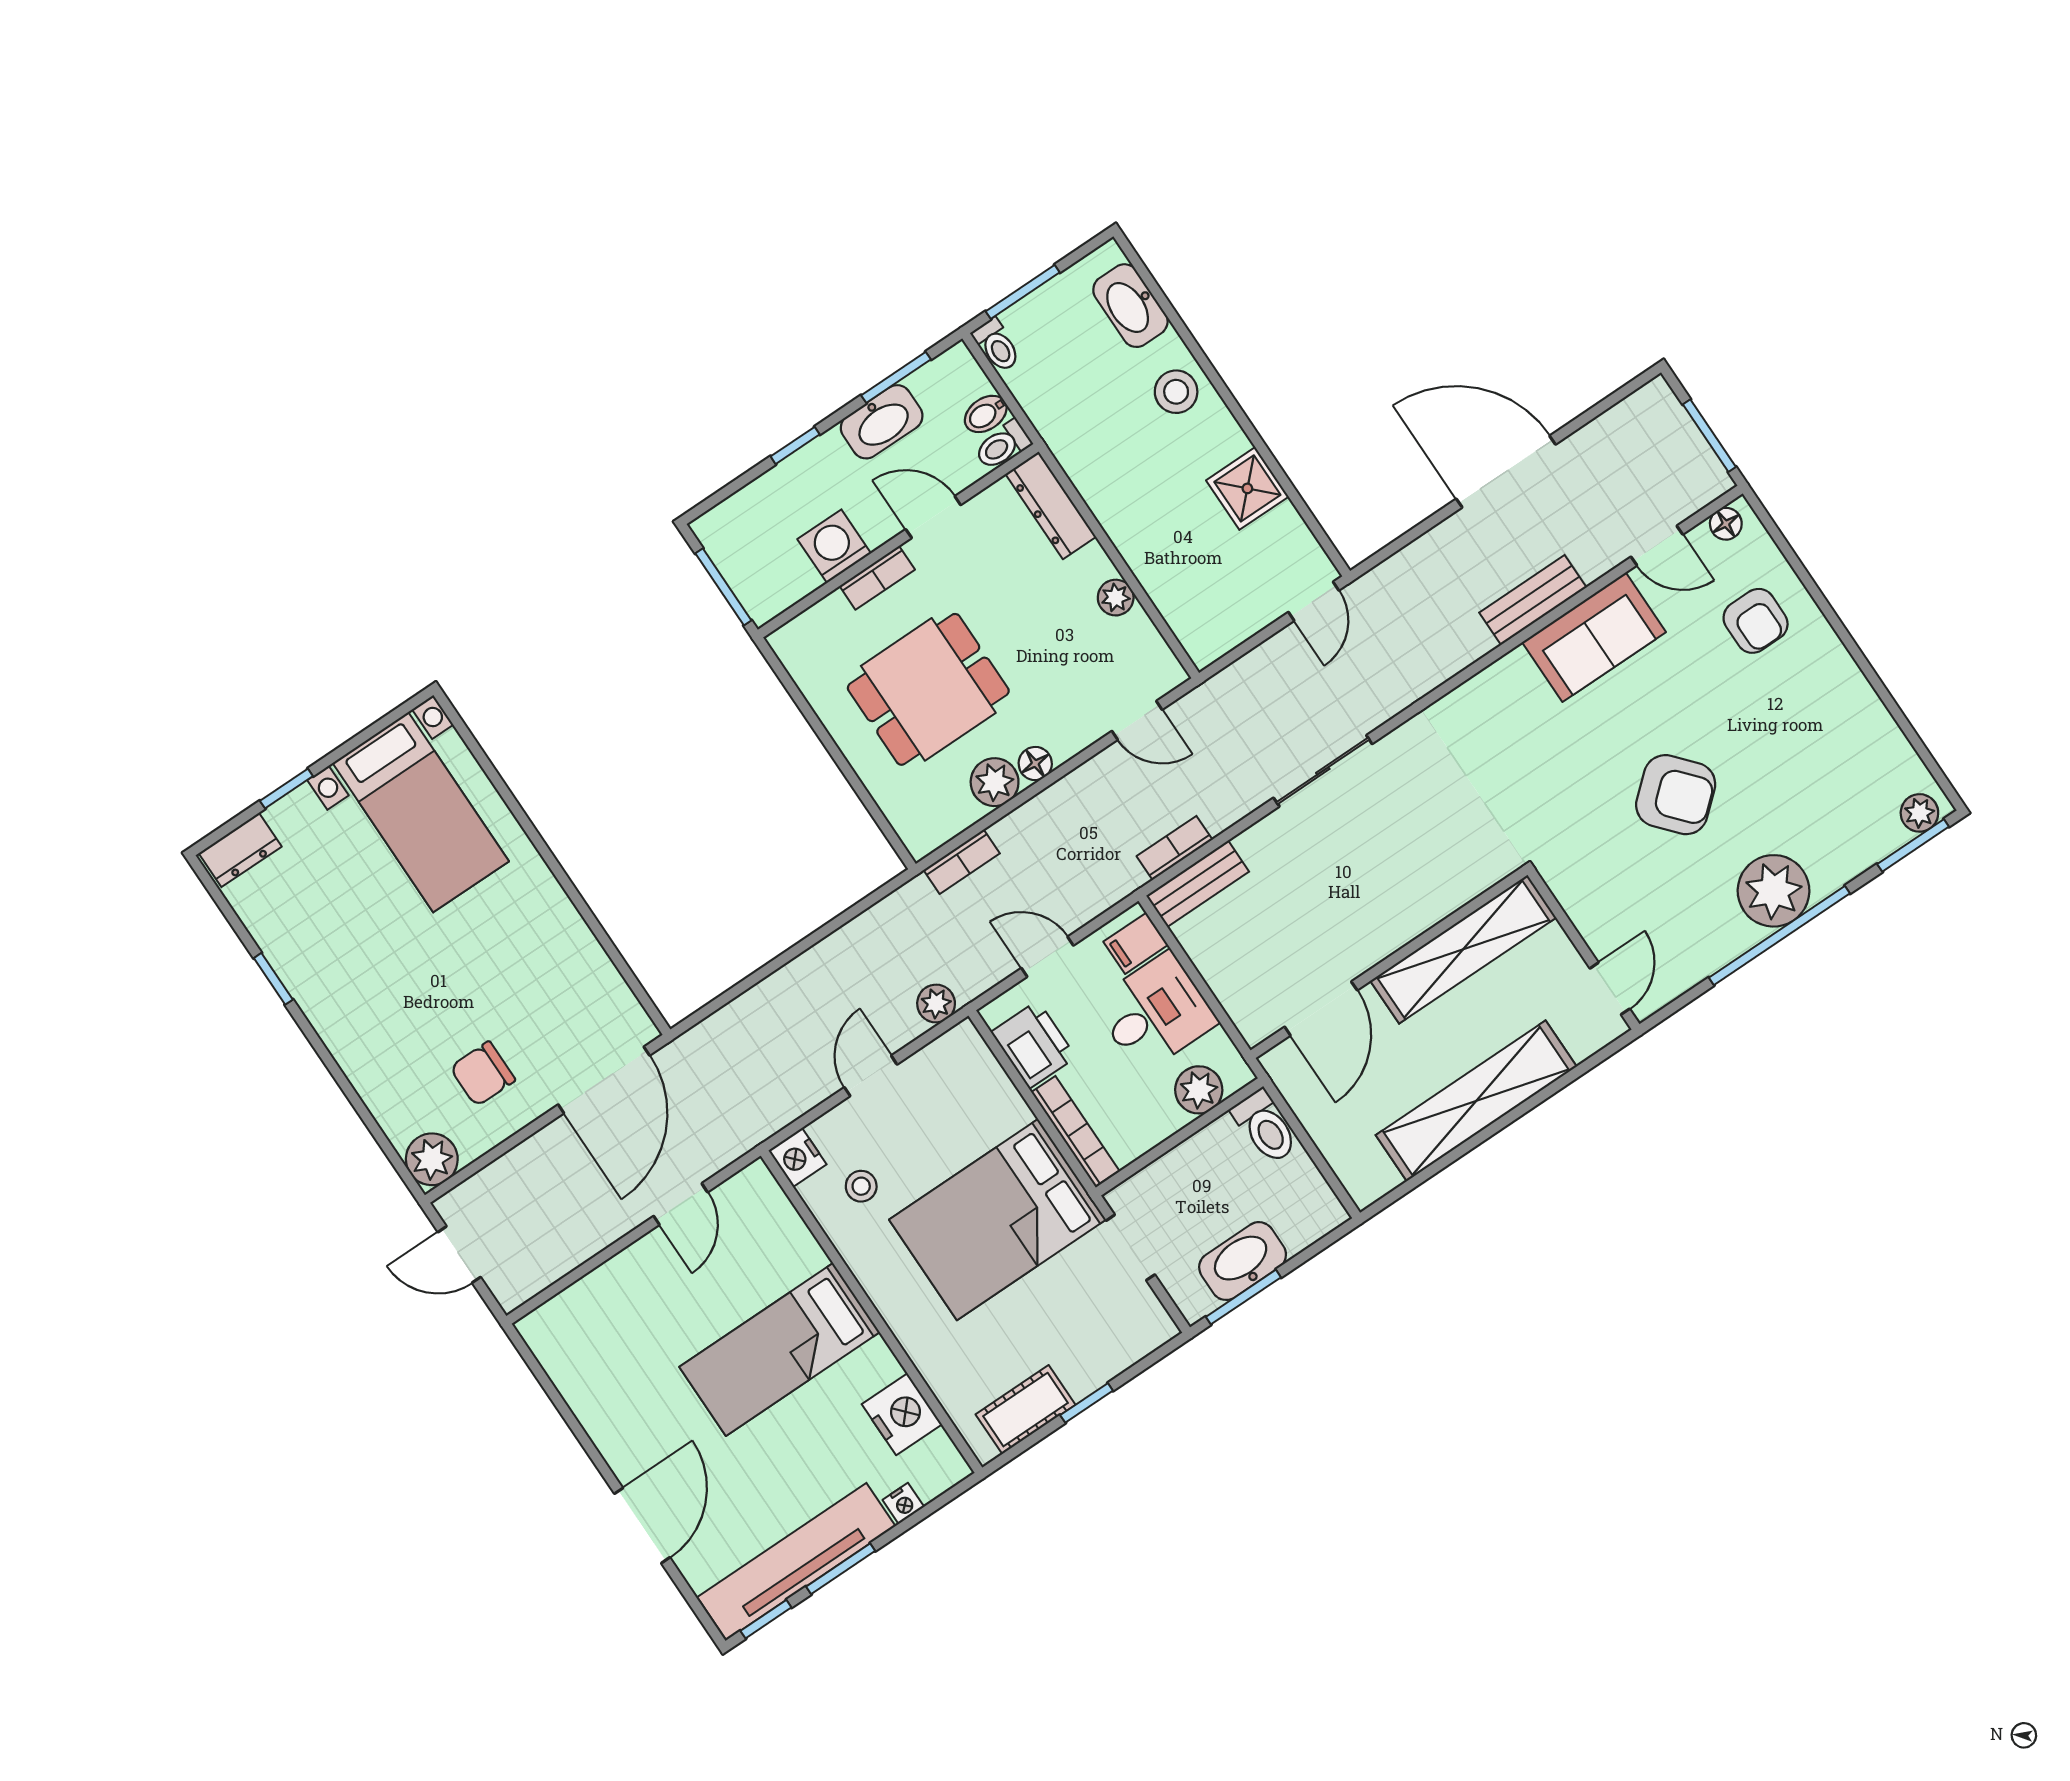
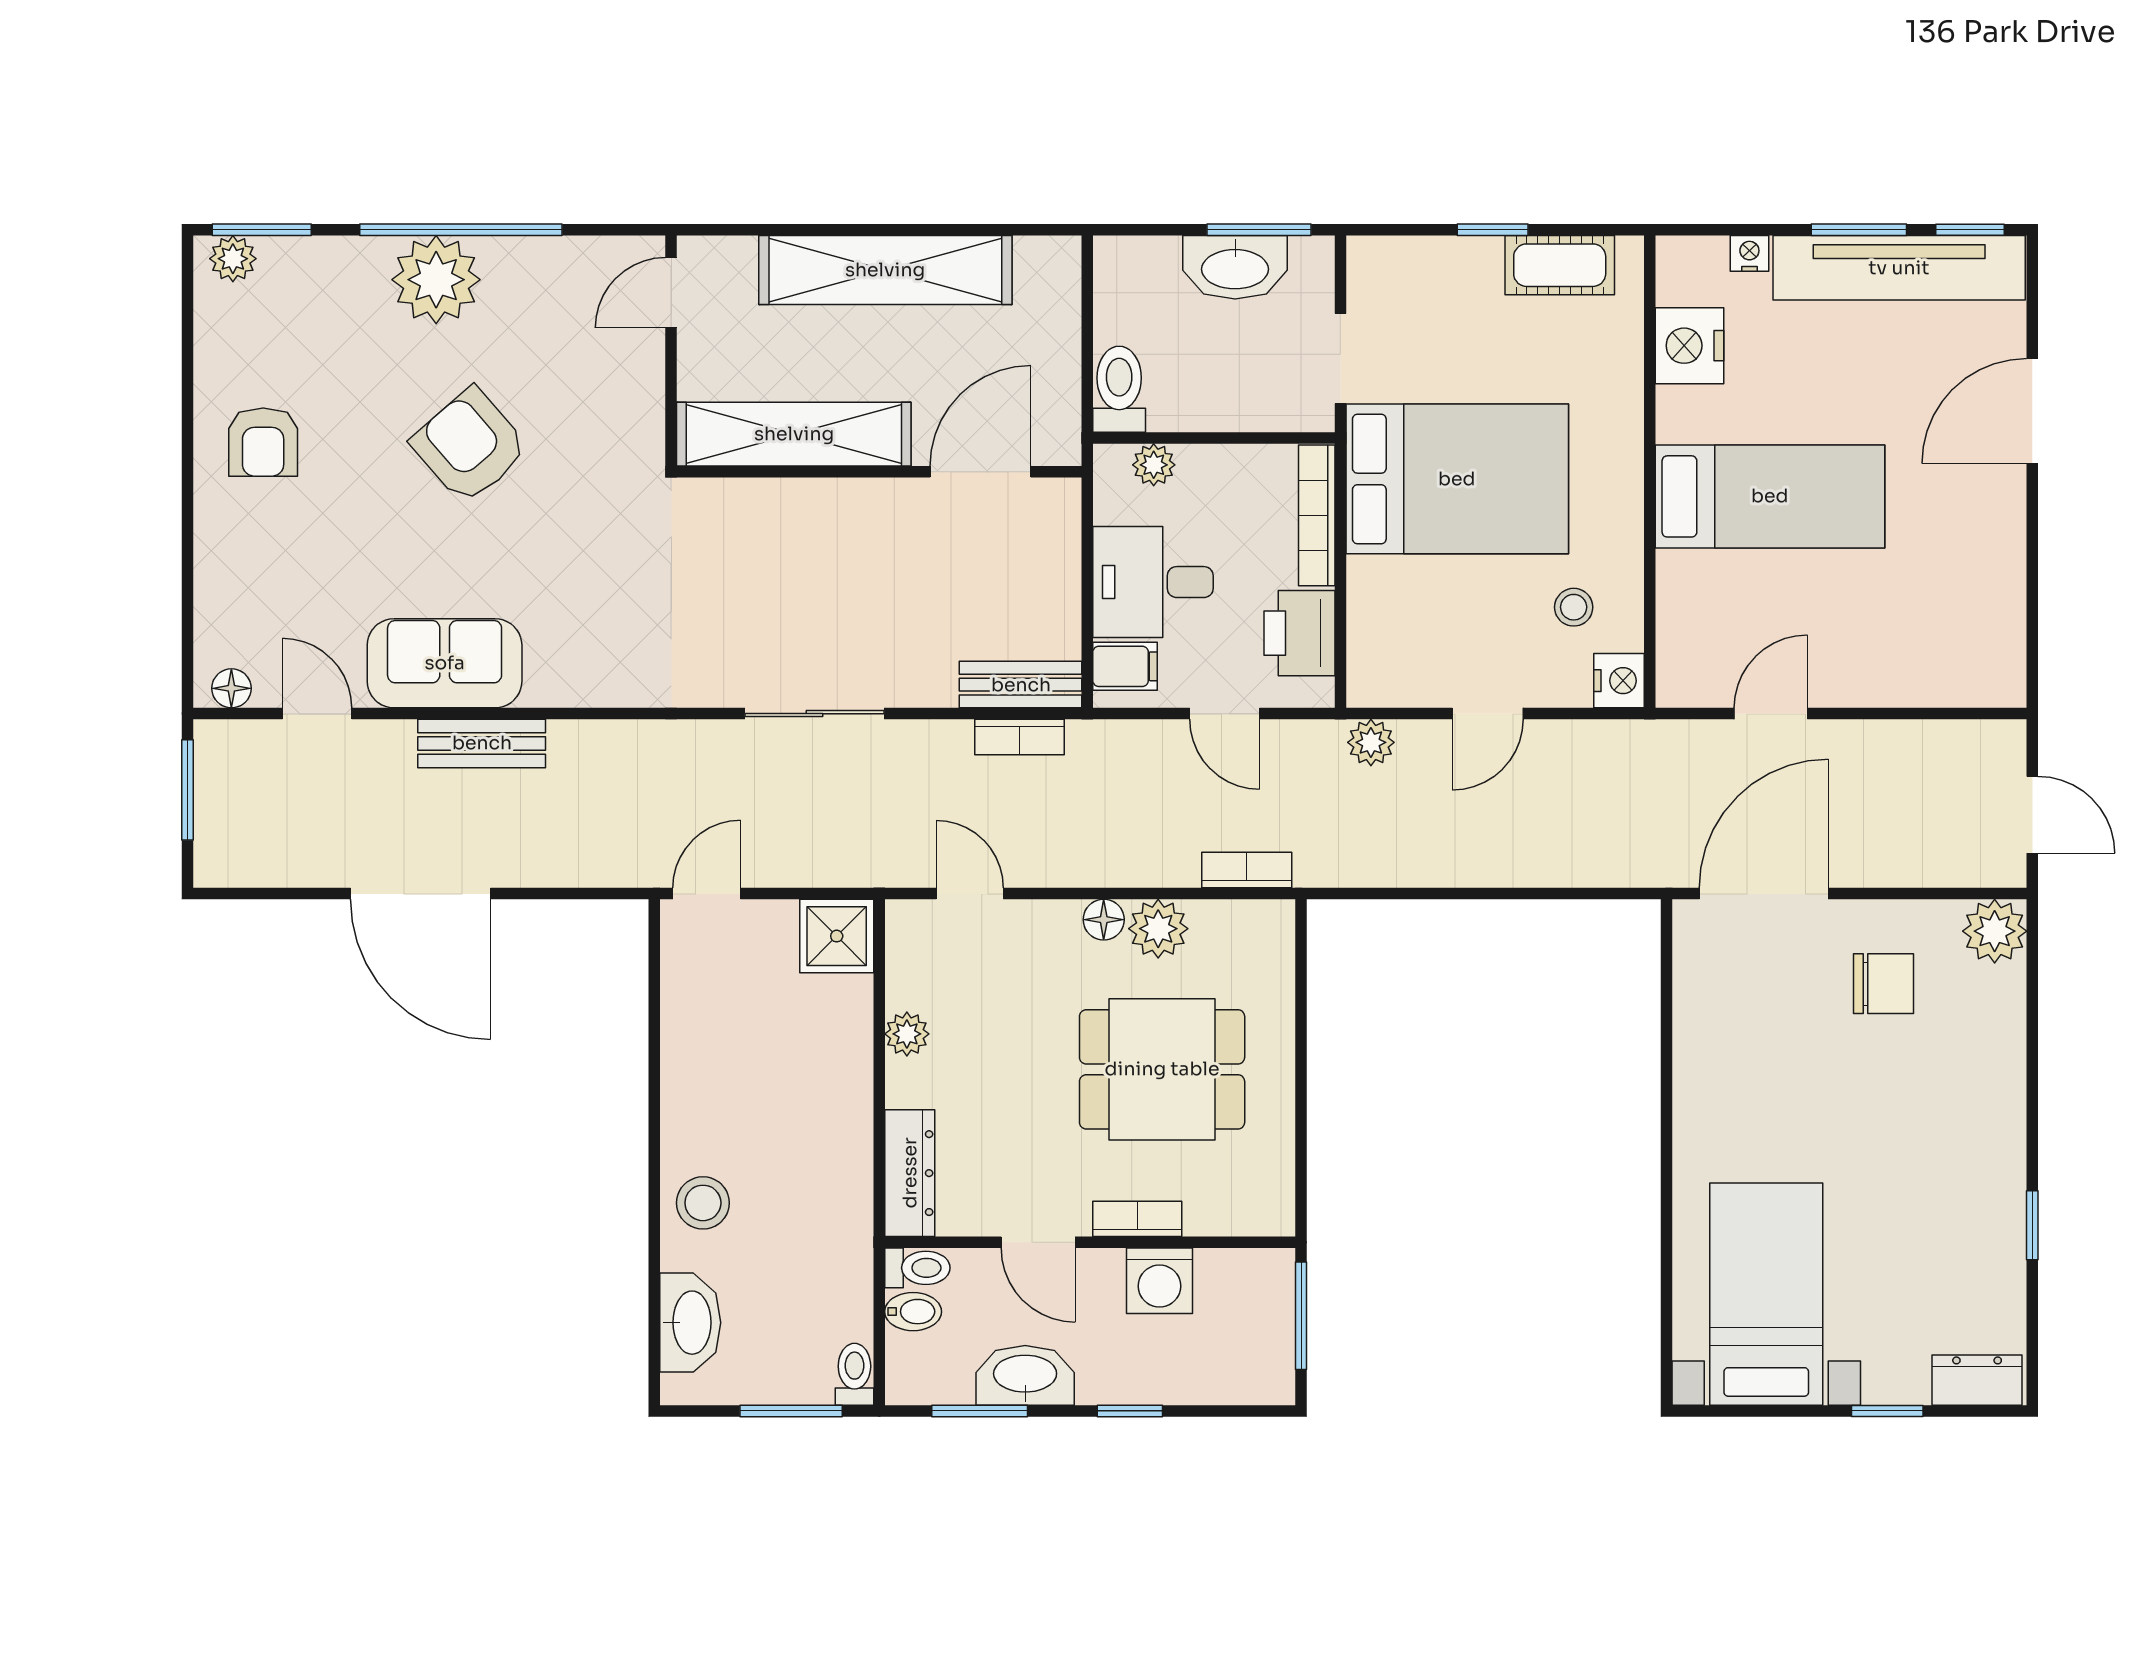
shower: (1247, 488) -> (837, 936), moved
armchair: (1756, 621) -> (263, 442), moved, turned 180
plant: (1199, 1090) -> (1154, 465), width x0.73, depth x0.73

